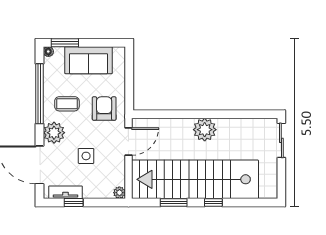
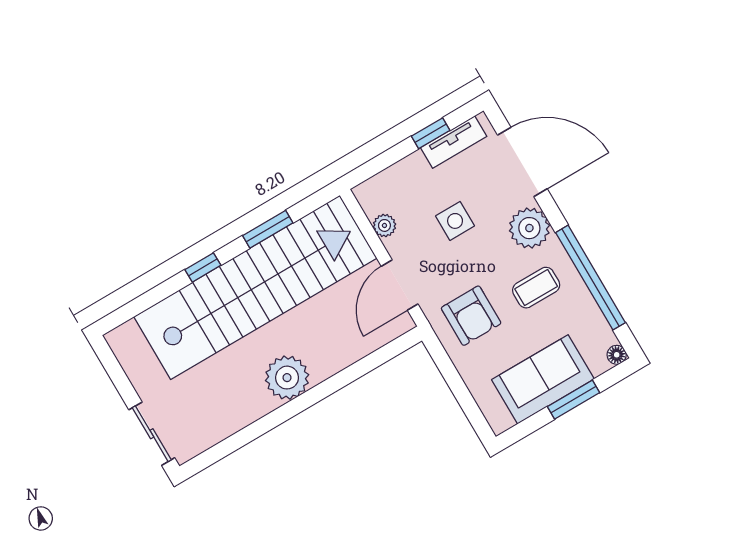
window: (65, 43) -> (573, 400), moved
plant: (119, 193) -> (384, 225), moved

